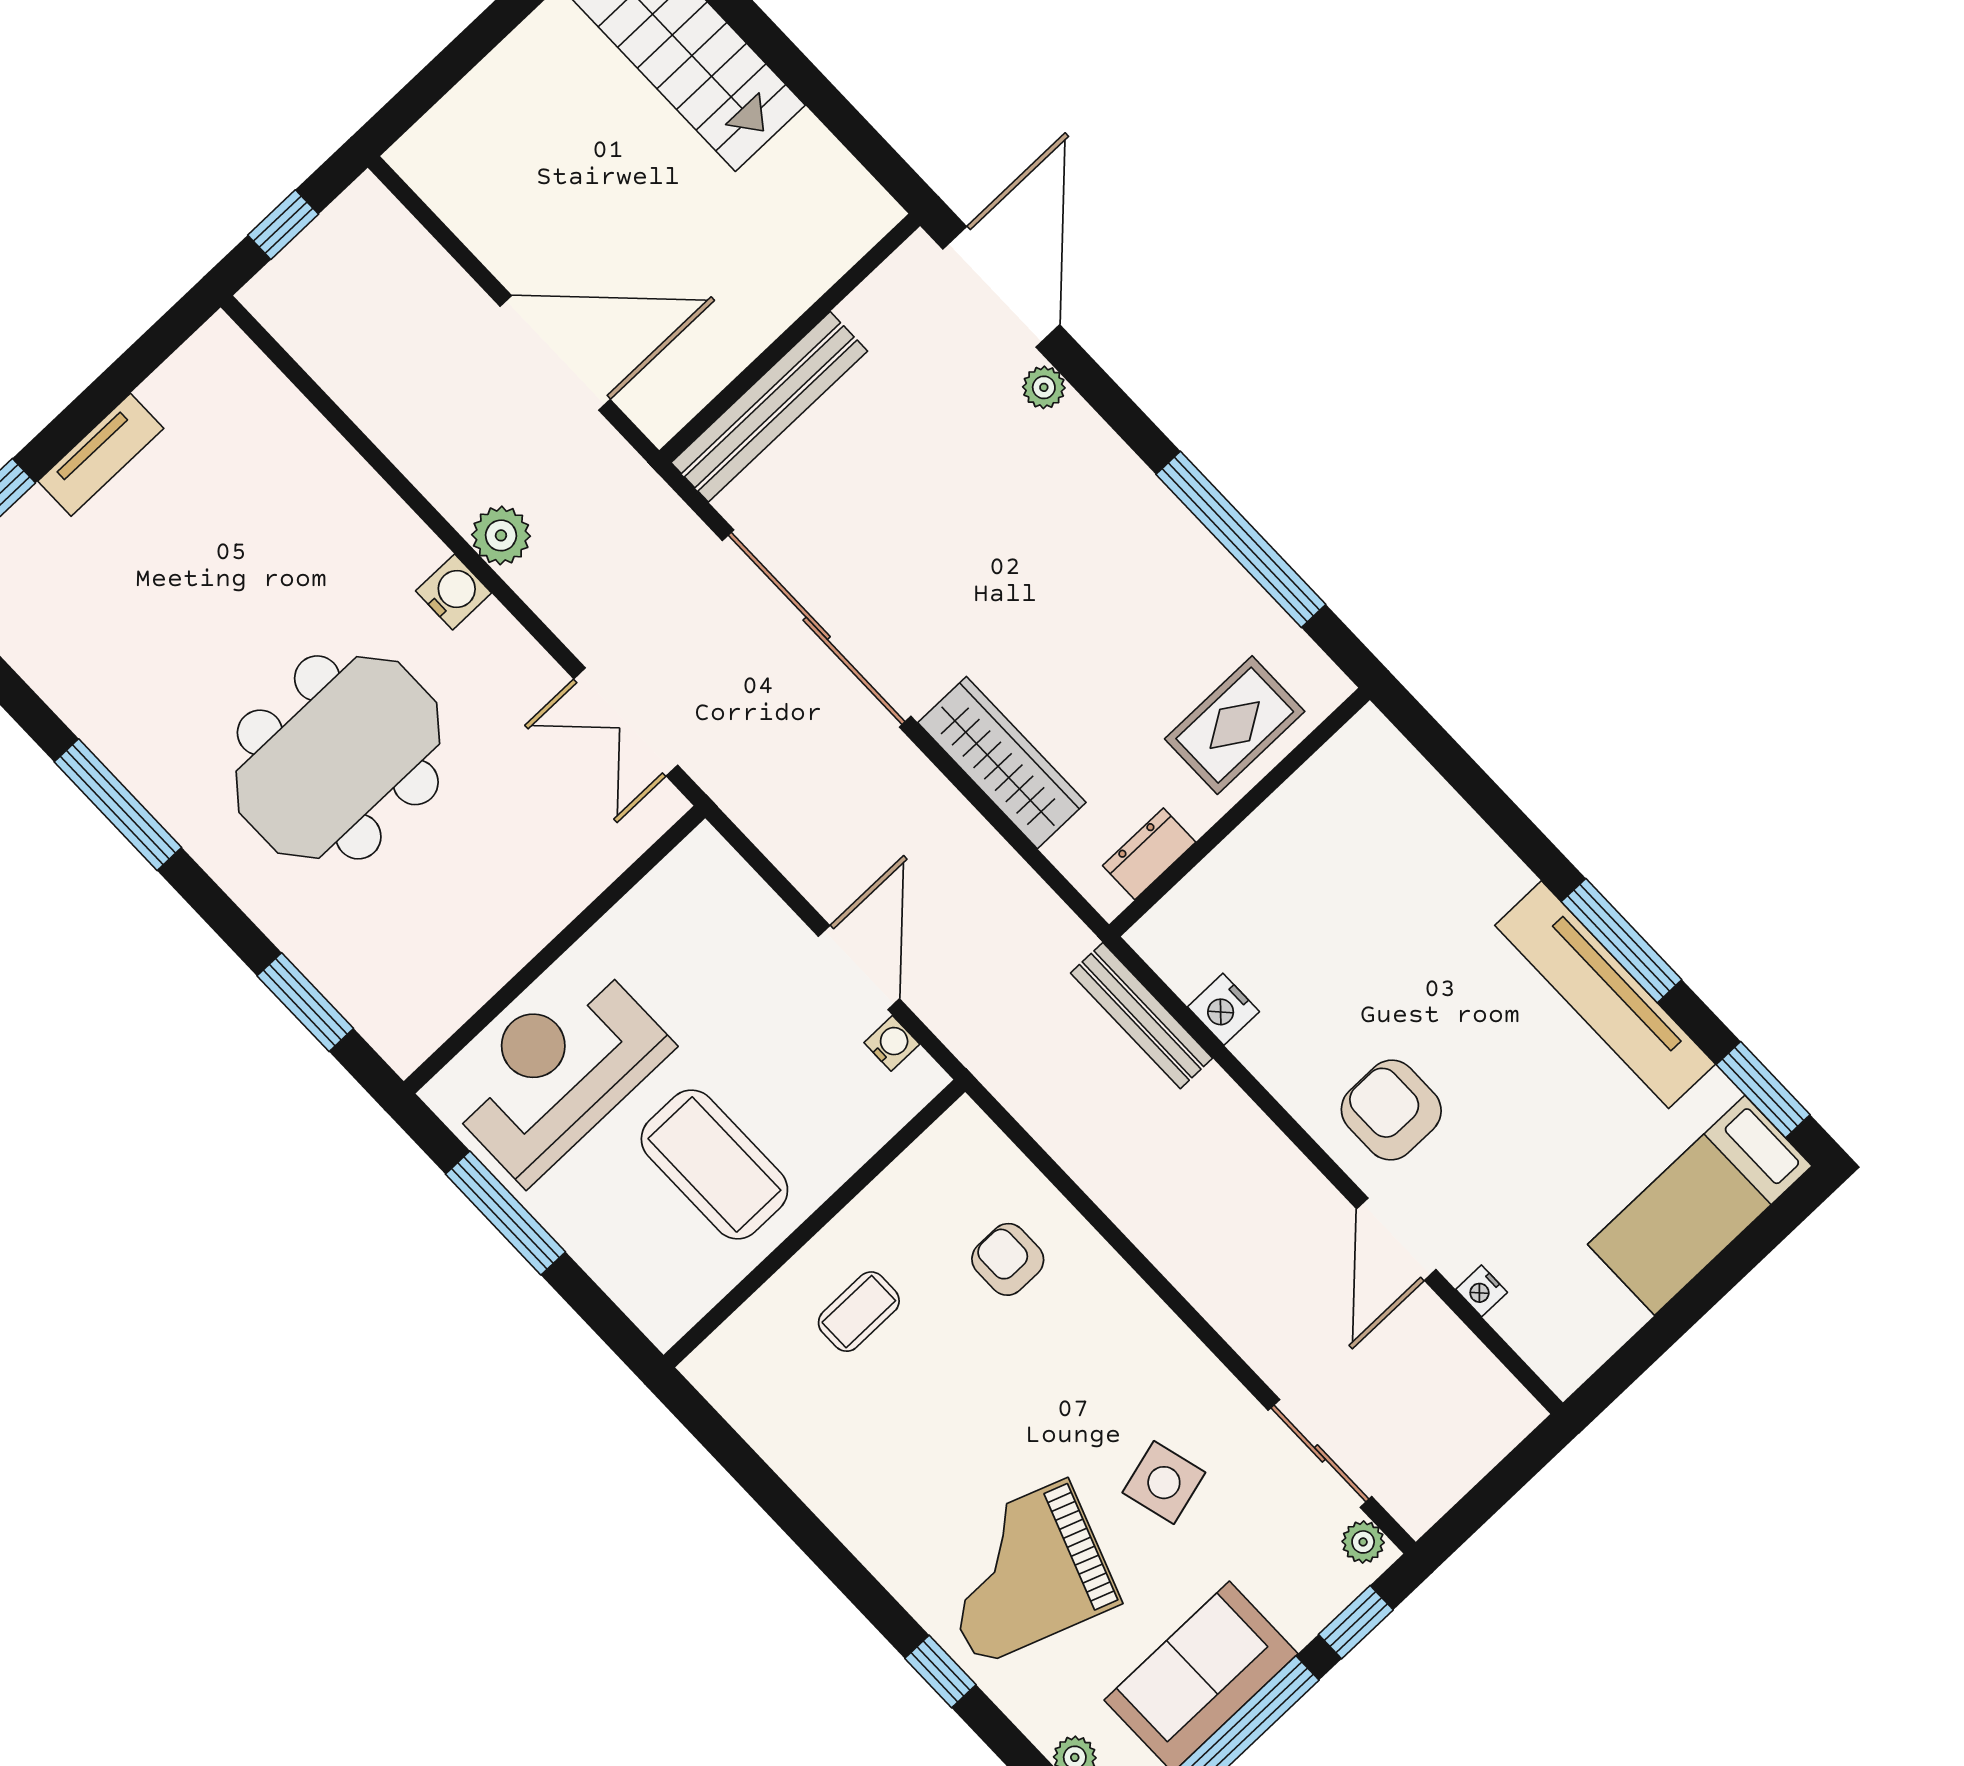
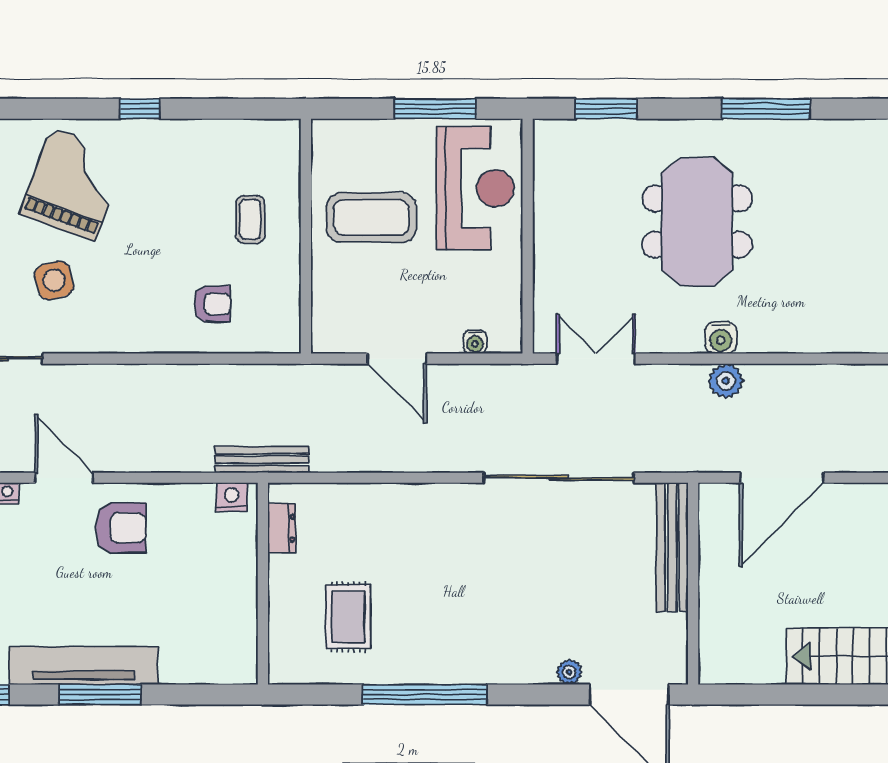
wardrobe: (1002, 763) -> (426, 502), removed
wall: (1240, 812) -> (263, 584), moved
dresser: (1149, 854) -> (282, 528), moved
water cooler: (892, 1043) -> (475, 342), moved
window: (940, 1671) -> (140, 109), moved

